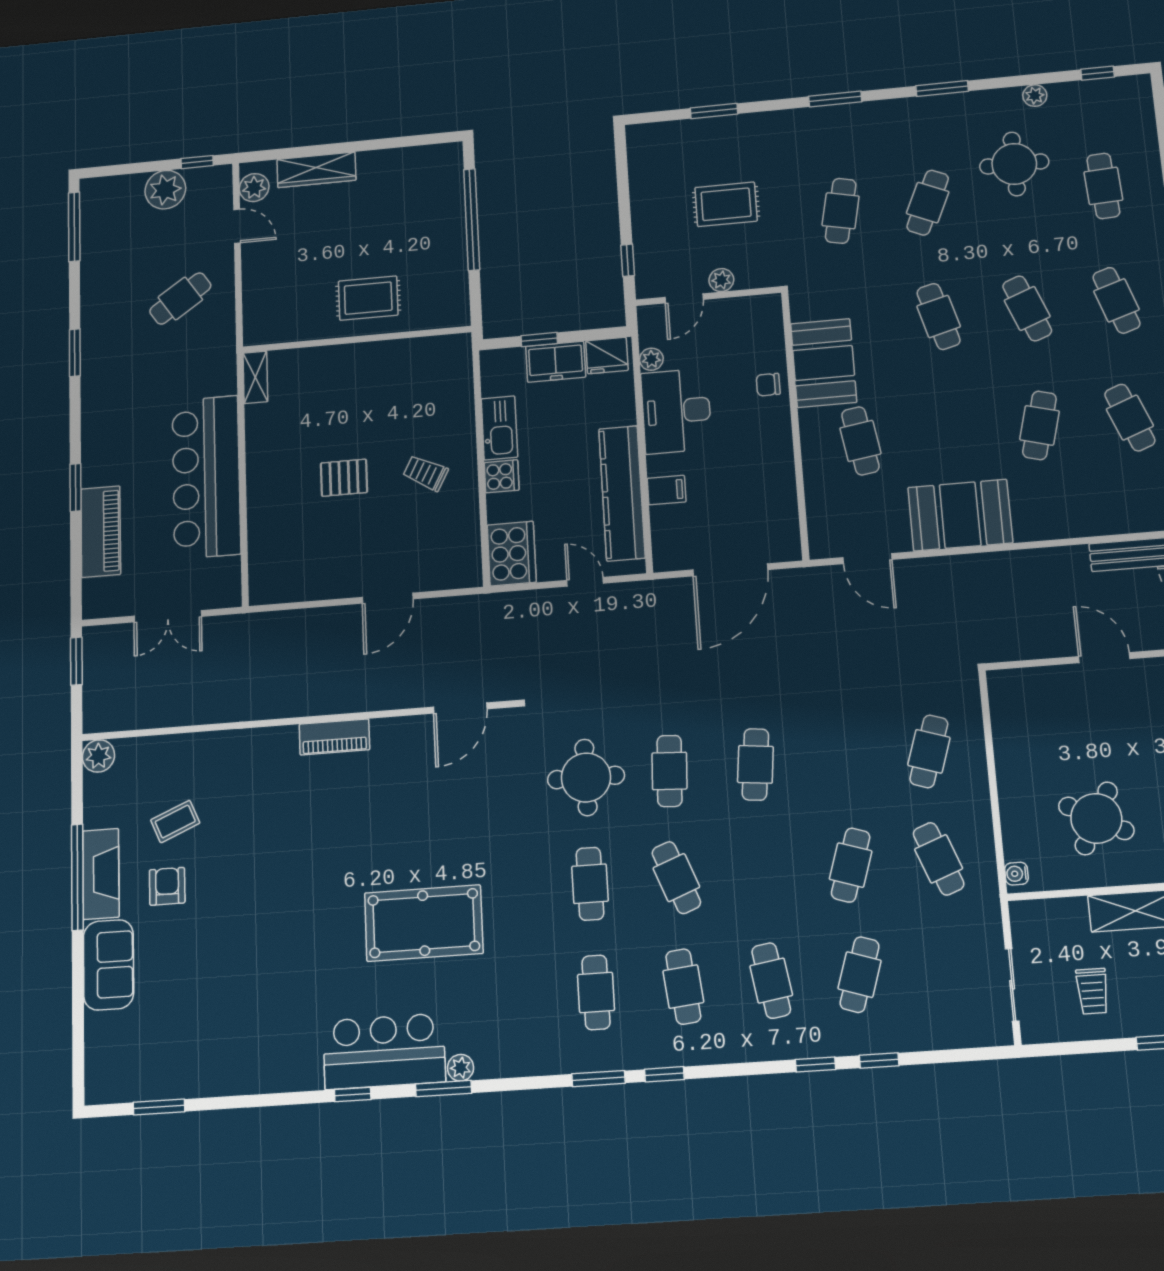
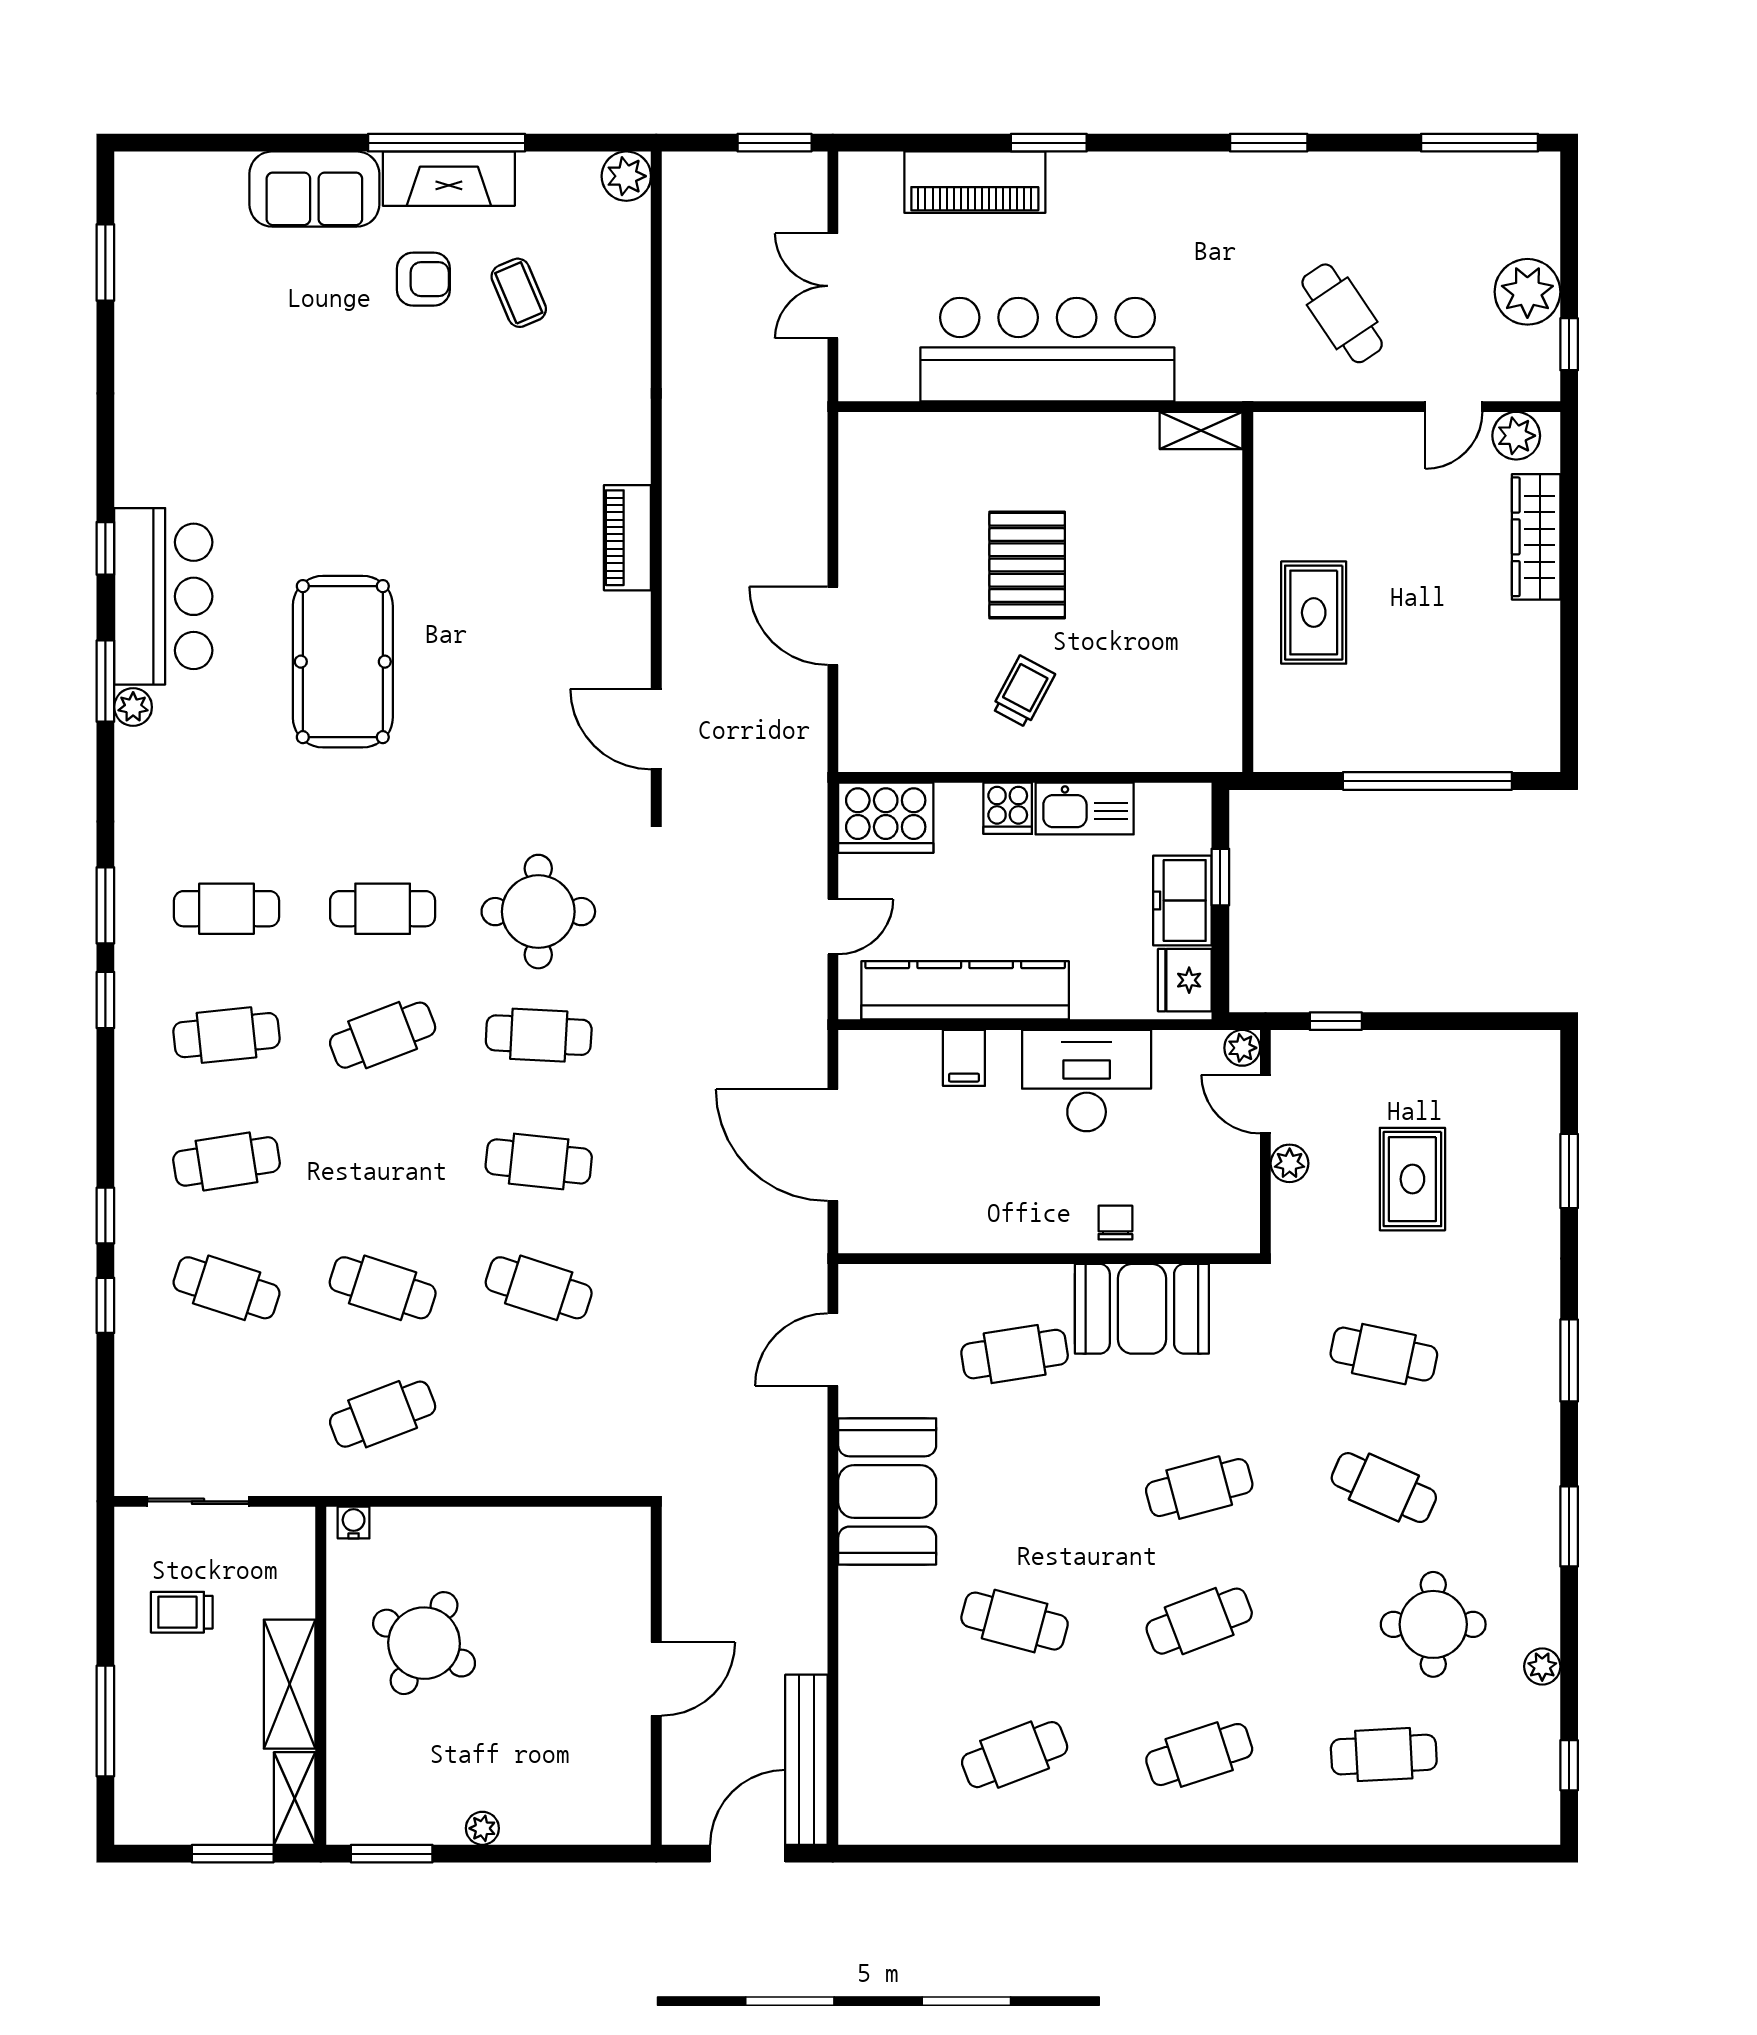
plant: (651, 359) -> (1242, 1048), moved
pallet: (344, 478) -> (1027, 565), width x1.50, depth x1.42
cafe table: (929, 751) -> (539, 1288), moved

